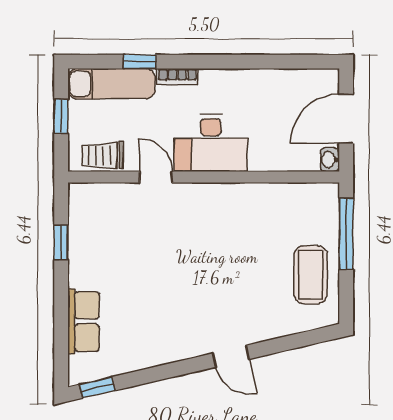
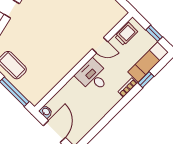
desk: (211, 143) -> (93, 76), width x0.73

